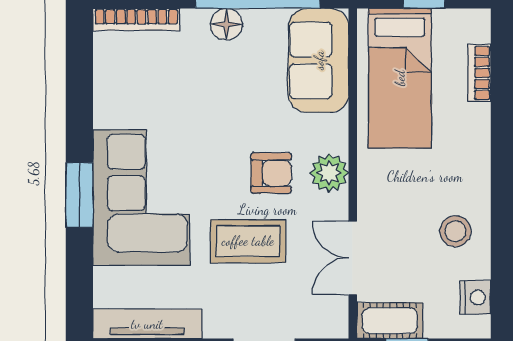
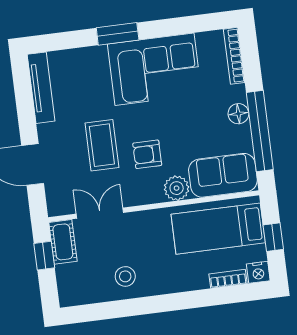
armchair: (271, 173) -> (147, 154), turned 90
plant: (329, 173) -> (177, 188), moved
corner sofa: (141, 198) -> (154, 69), moved
nightstand: (475, 297) -> (258, 272), moved

